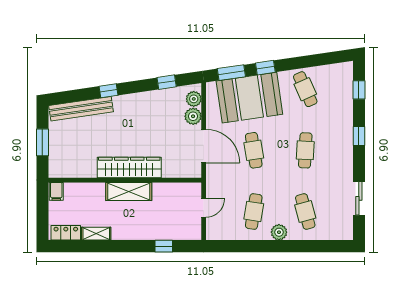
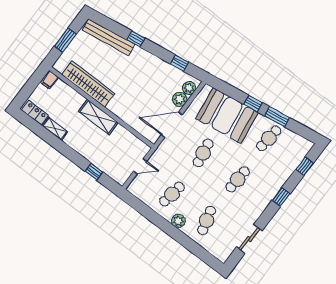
window: (231, 73) -> (277, 117), moved
cafe table: (305, 89) -> (269, 138), turned 30
door: (204, 146) -> (172, 125), swing flipped
wardrobe: (129, 167) -> (88, 84), moved

